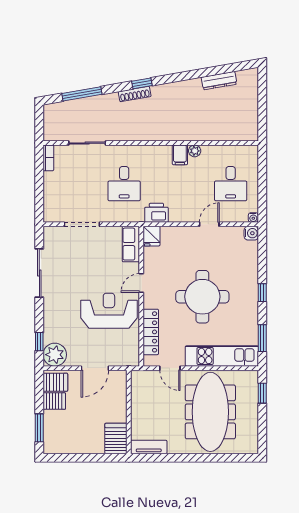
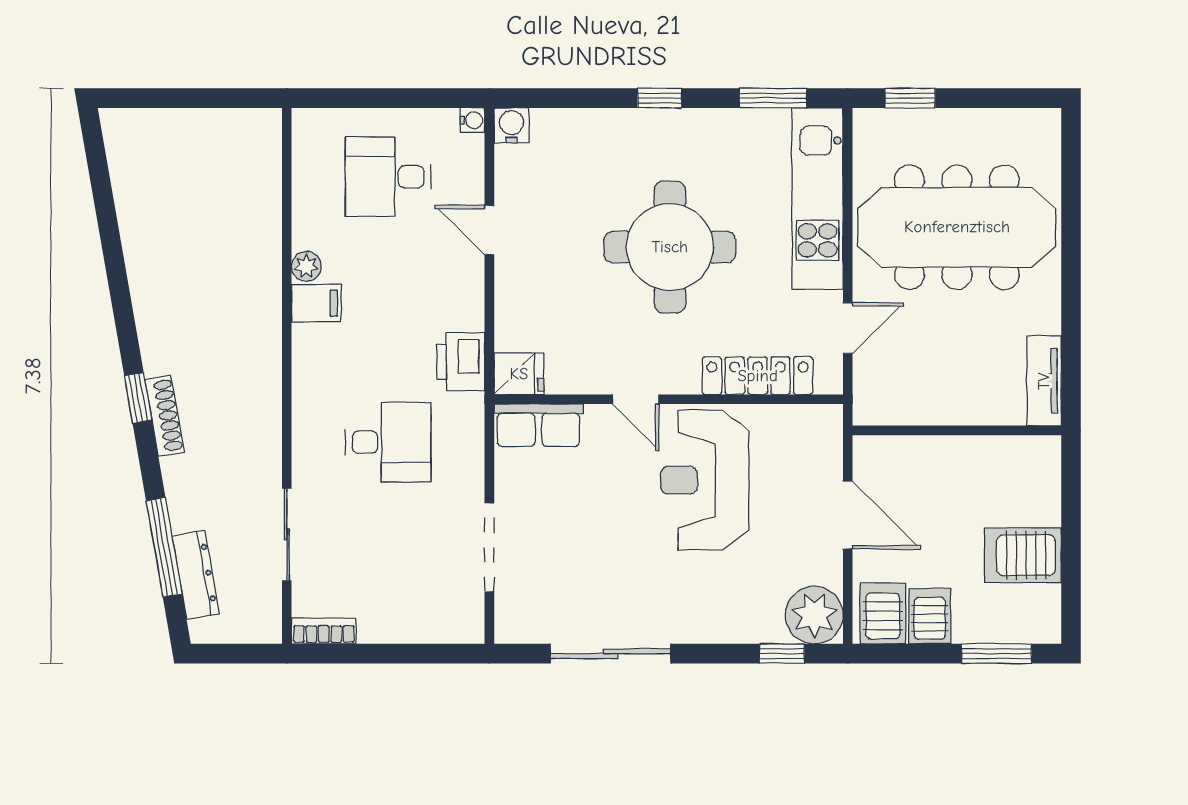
dresser: (219, 81) -> (196, 575), moved
desk: (231, 184) -> (388, 177), turned 180
server rack: (116, 438) -> (1023, 555), moved

